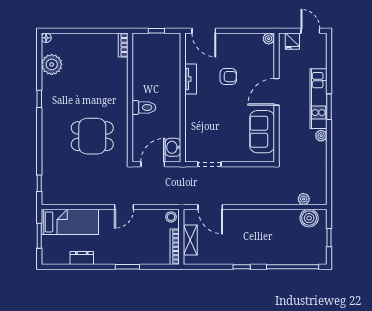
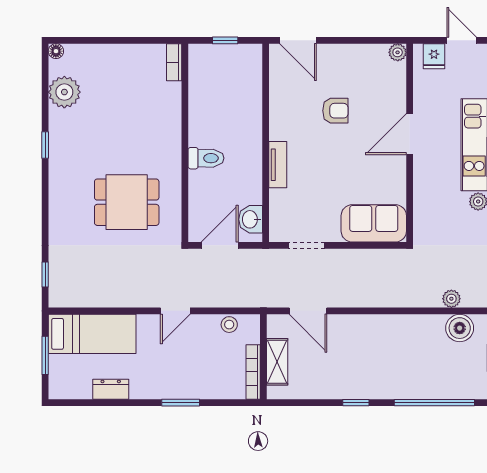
tv unit: (191, 79) -> (278, 165), moved
sofa: (262, 132) -> (374, 223), moved, turned 90
stool: (171, 217) -> (229, 325), moved

